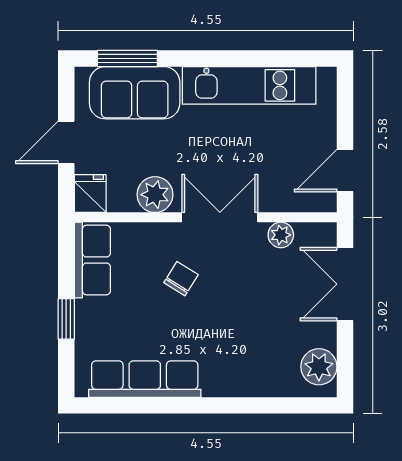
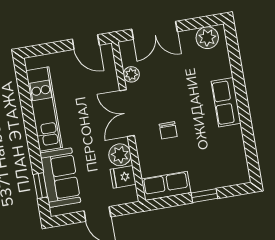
window: (127, 58) -> (40, 186), width x0.67
fridge: (90, 194) -> (123, 177), moved
chair: (181, 279) -> (168, 130), turned -122
row of seats: (145, 379) -> (226, 102), moved, width x0.68

